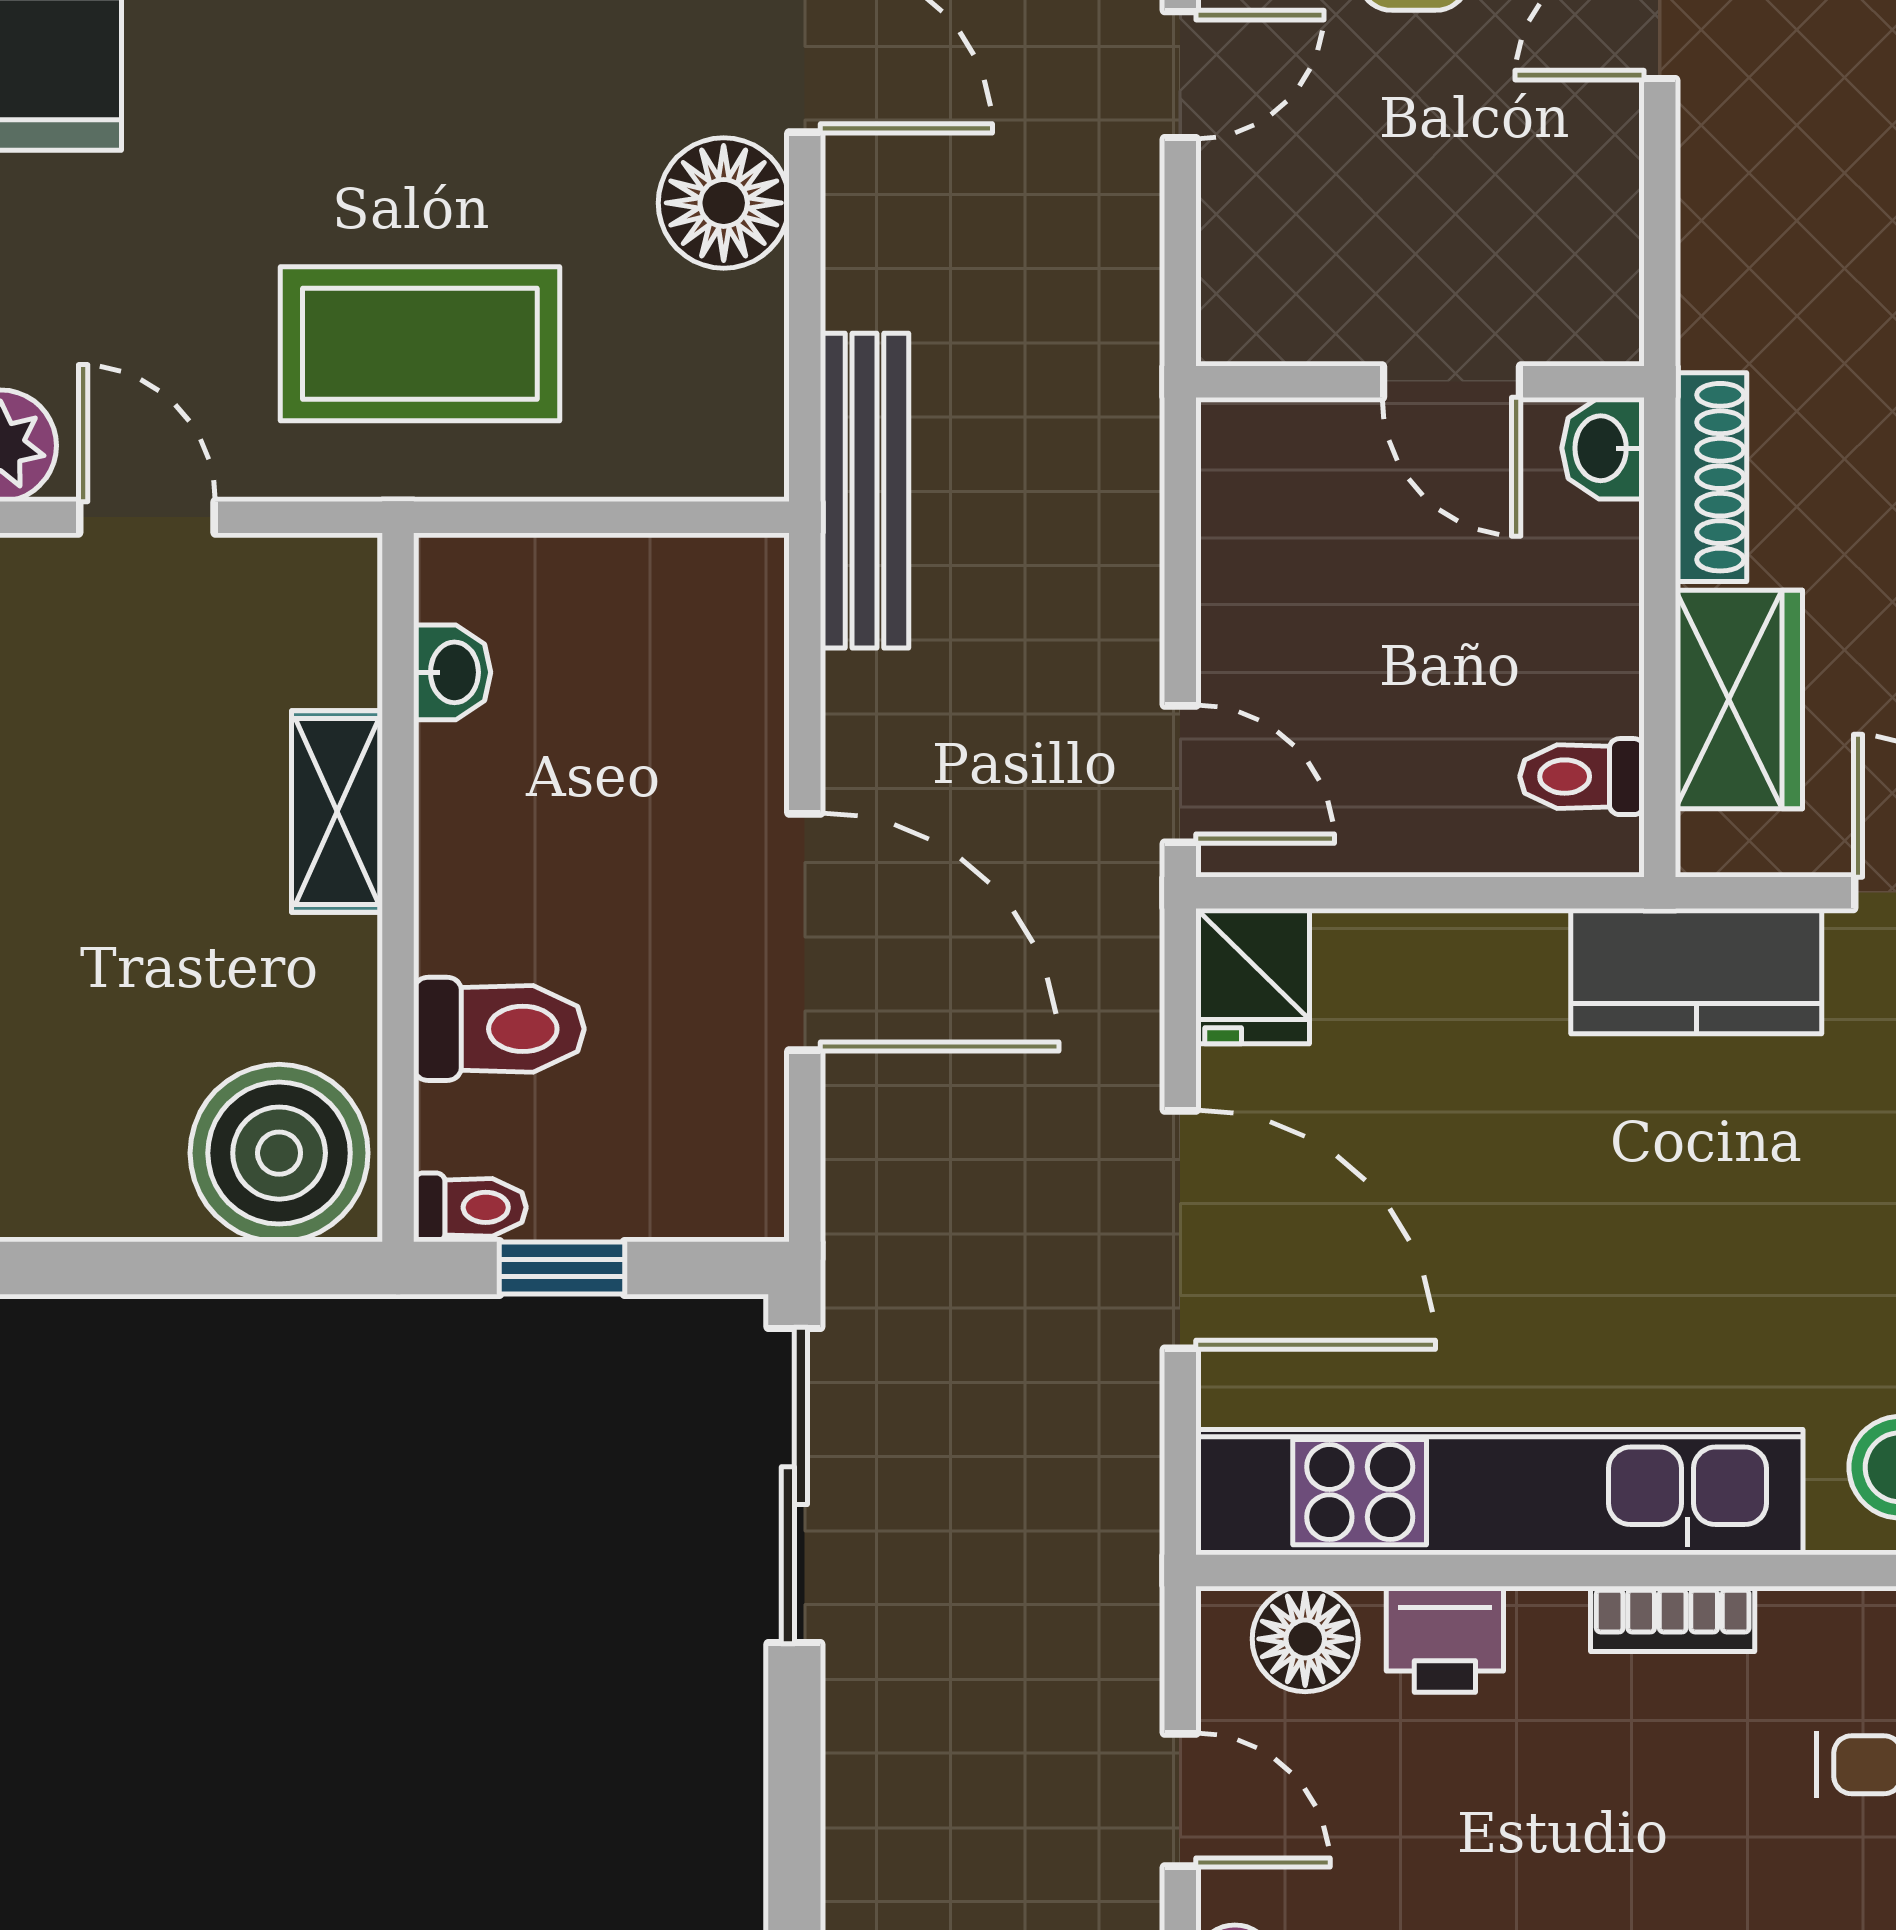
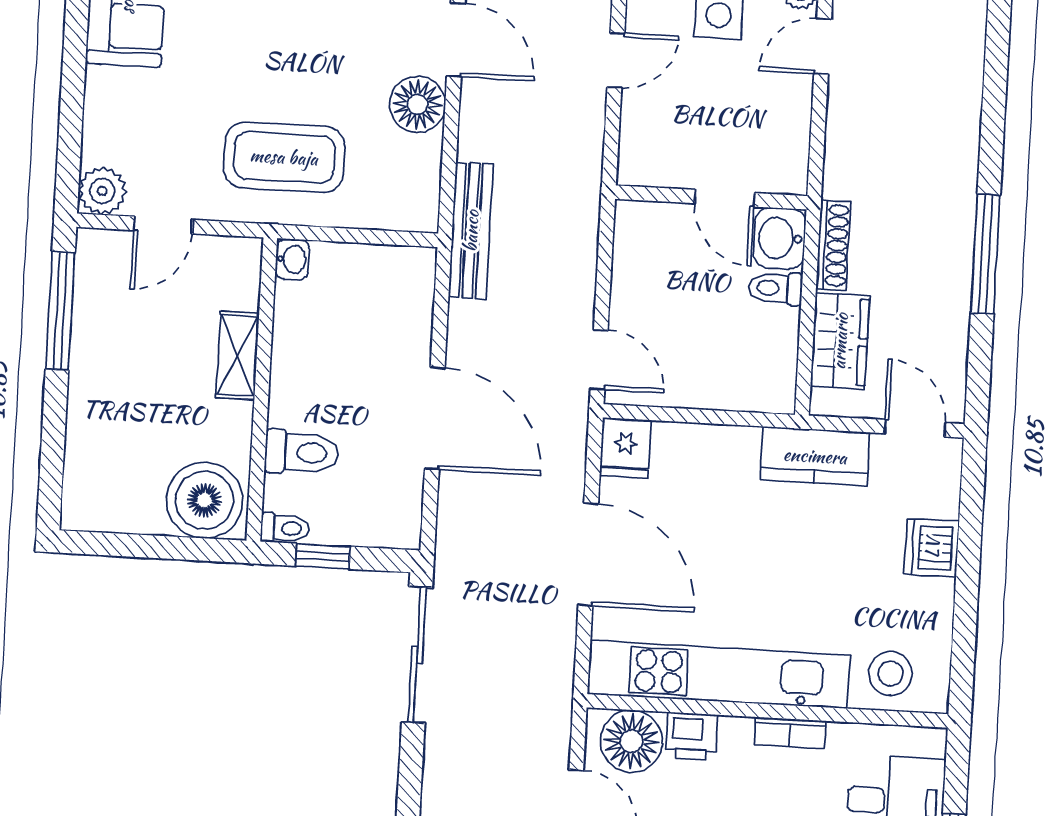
washbasin: (1603, 448) -> (780, 238), width x1.38, depth x1.45
door: (147, 517) -> (163, 225), swing flipped
washbasin: (452, 672) -> (292, 259), moved
toilet: (1582, 777) -> (776, 288), moved
floor lamp: (1305, 1639) -> (631, 741), width x1.38, depth x1.38

